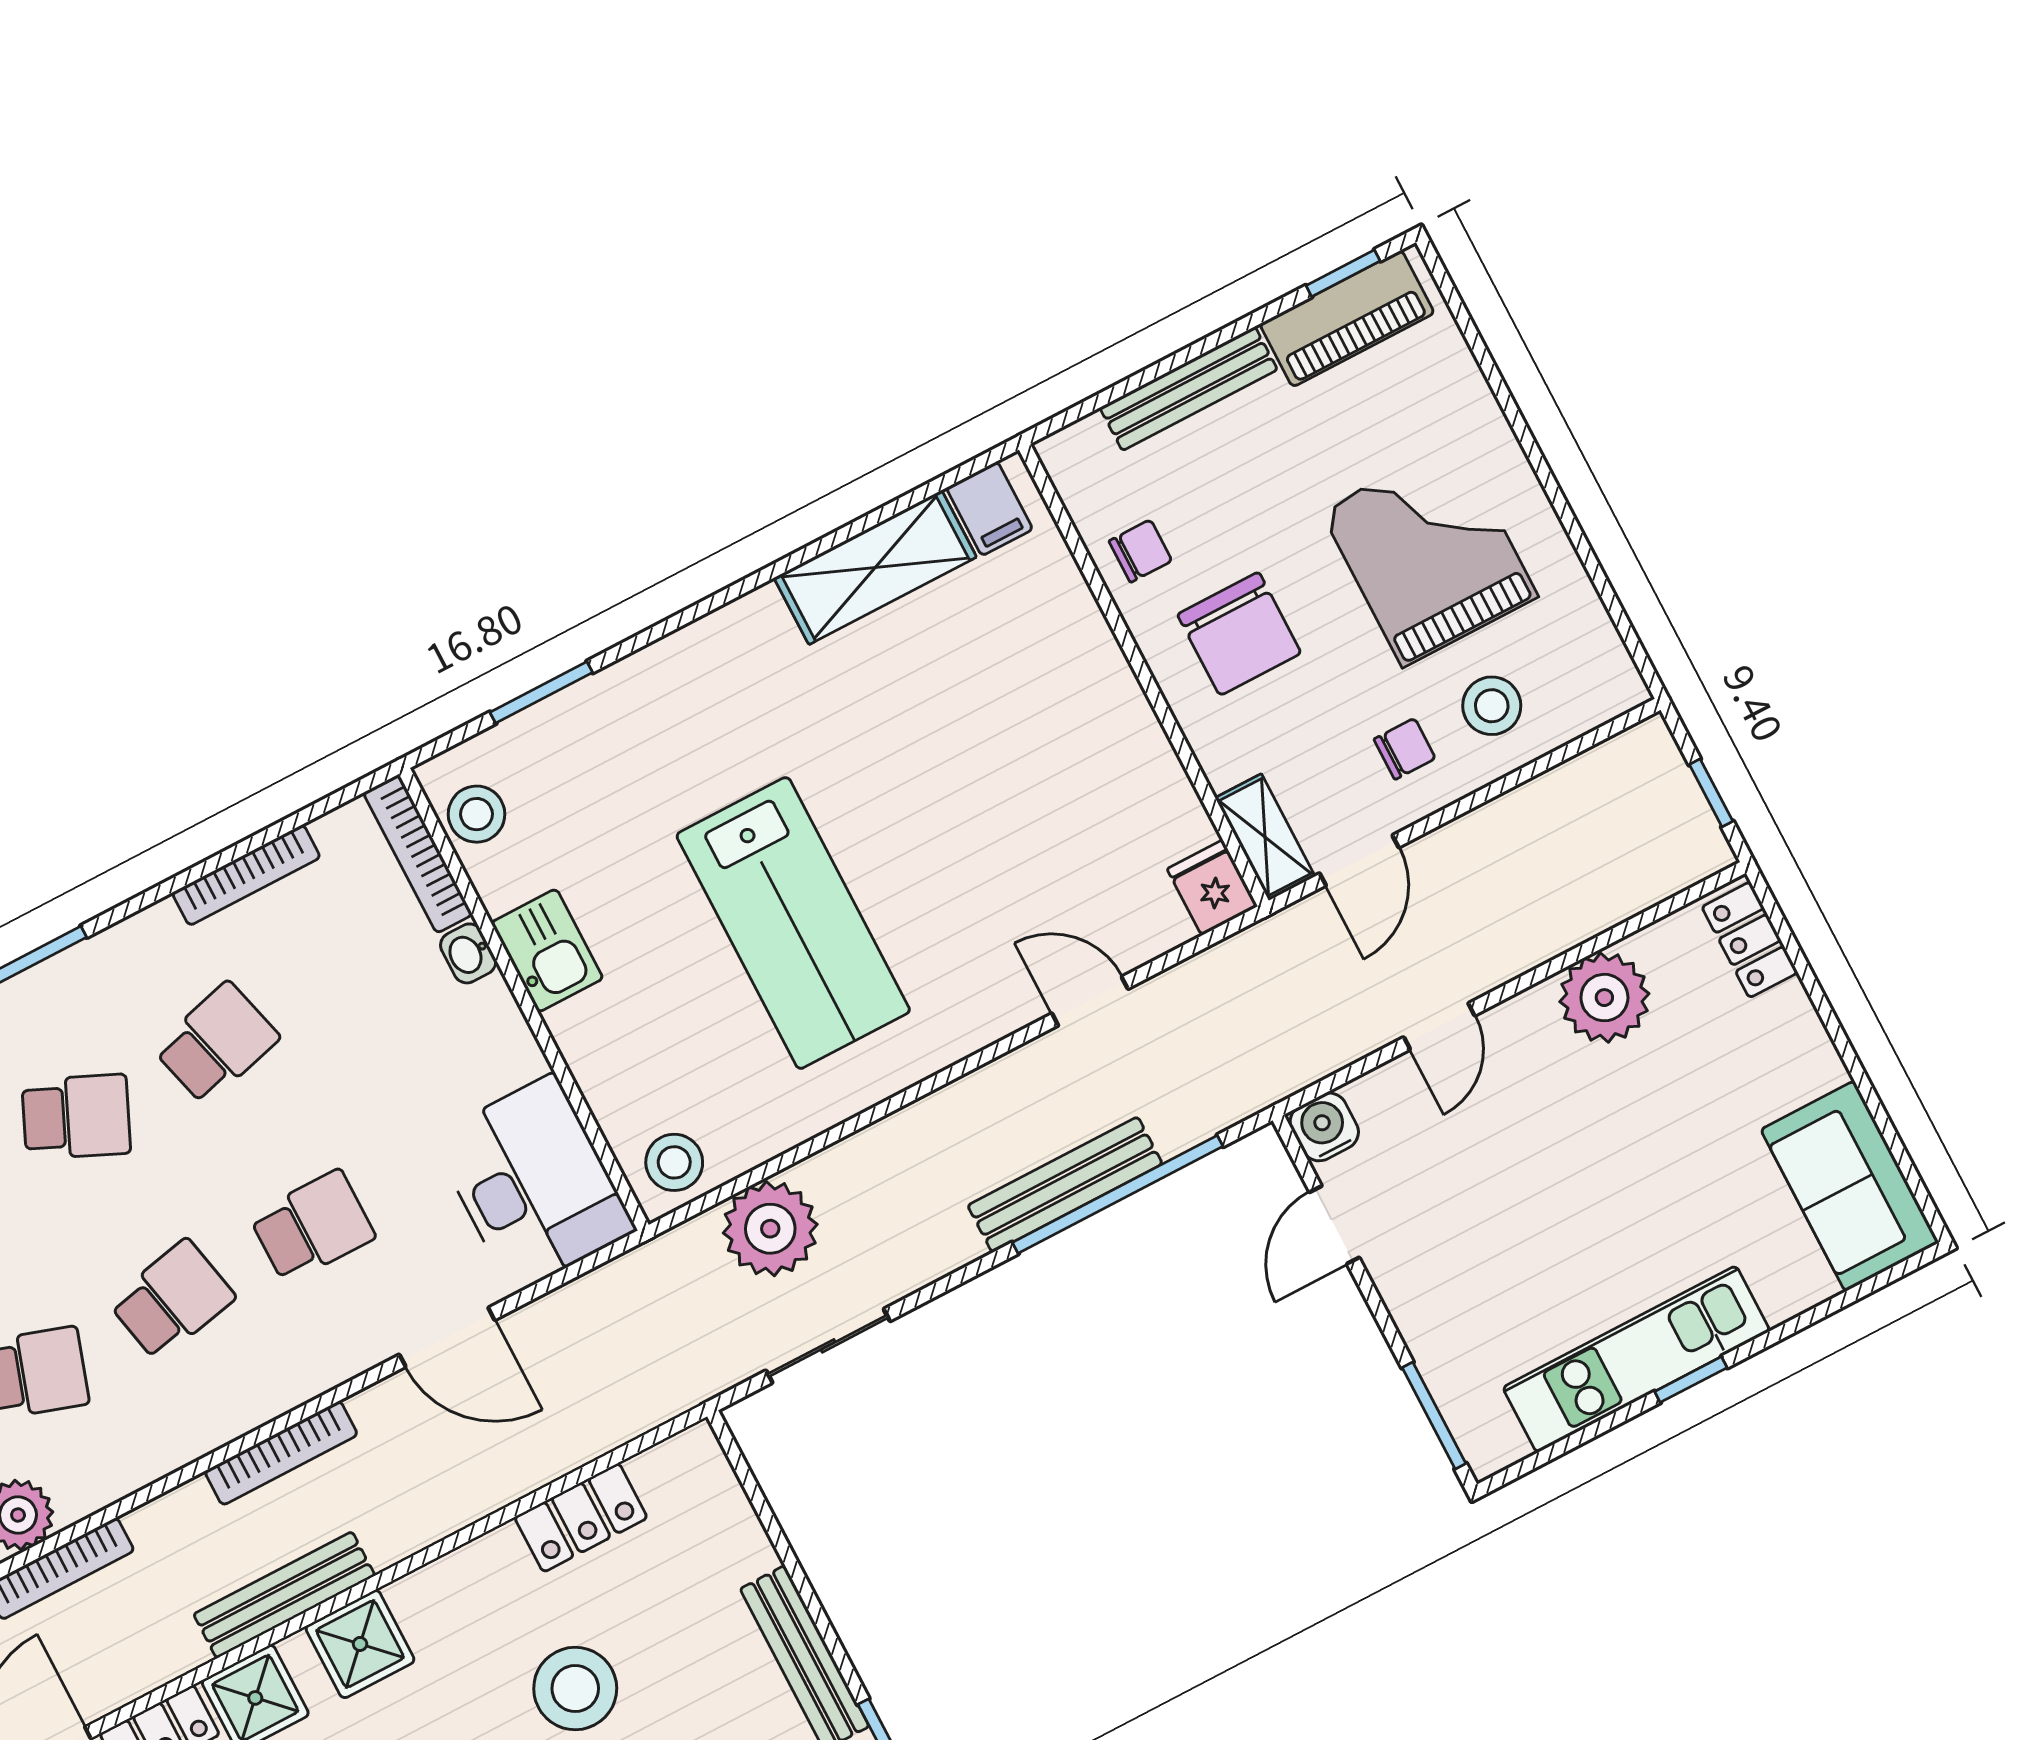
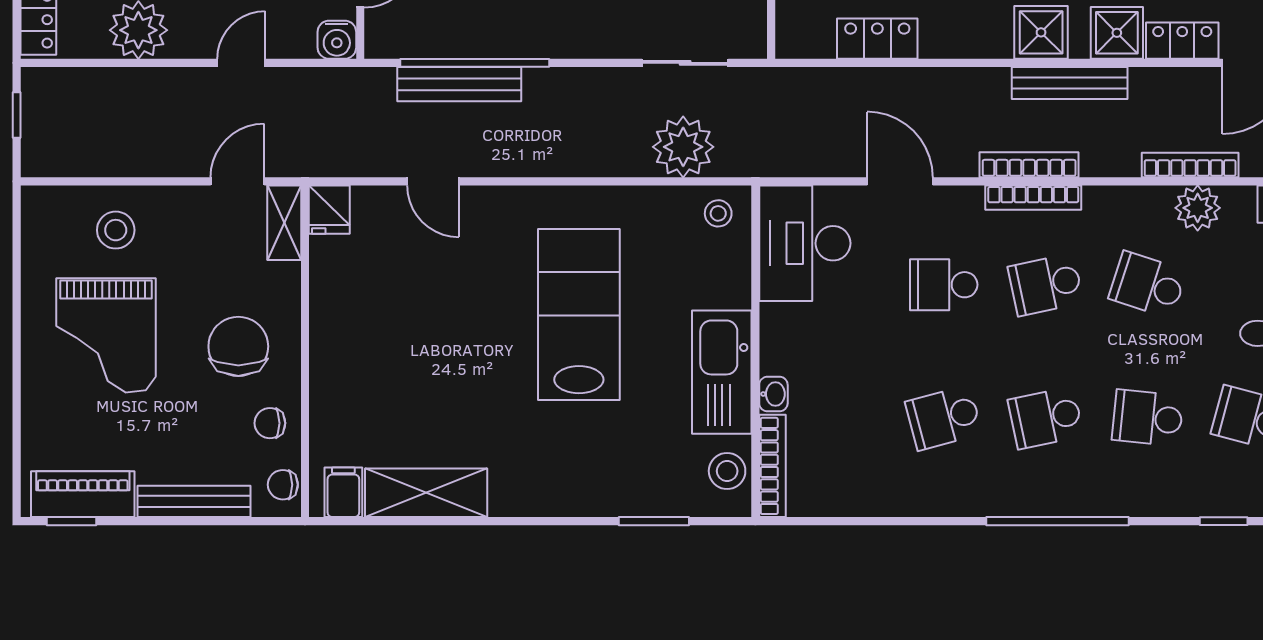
chair: (1405, 749) -> (283, 485), moved
bookcase: (246, 875) -> (1033, 198), moved, turned 180
kitchen sink: (547, 950) -> (722, 372), width x1.87, depth x1.24
school desk: (76, 1117) -> (1046, 418), turned -36
stool: (674, 1162) -> (718, 213), width x0.73, depth x0.73
bench: (1065, 1185) -> (459, 84), moved

